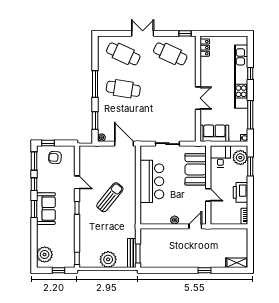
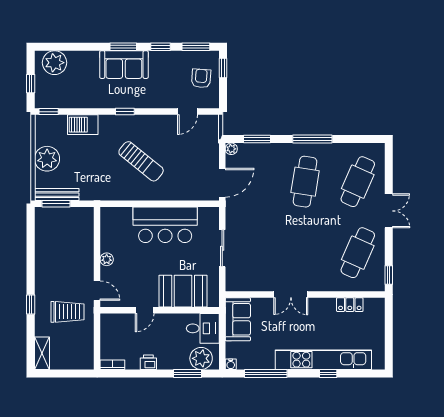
locker: (205, 48) -> (350, 305), moved
door: (77, 182) -> (188, 112), moved
printer: (240, 192) -> (148, 362), width x0.53, depth x0.68
barbecue: (86, 236) -> (83, 125), added
trolley: (209, 246) -> (67, 312), added

